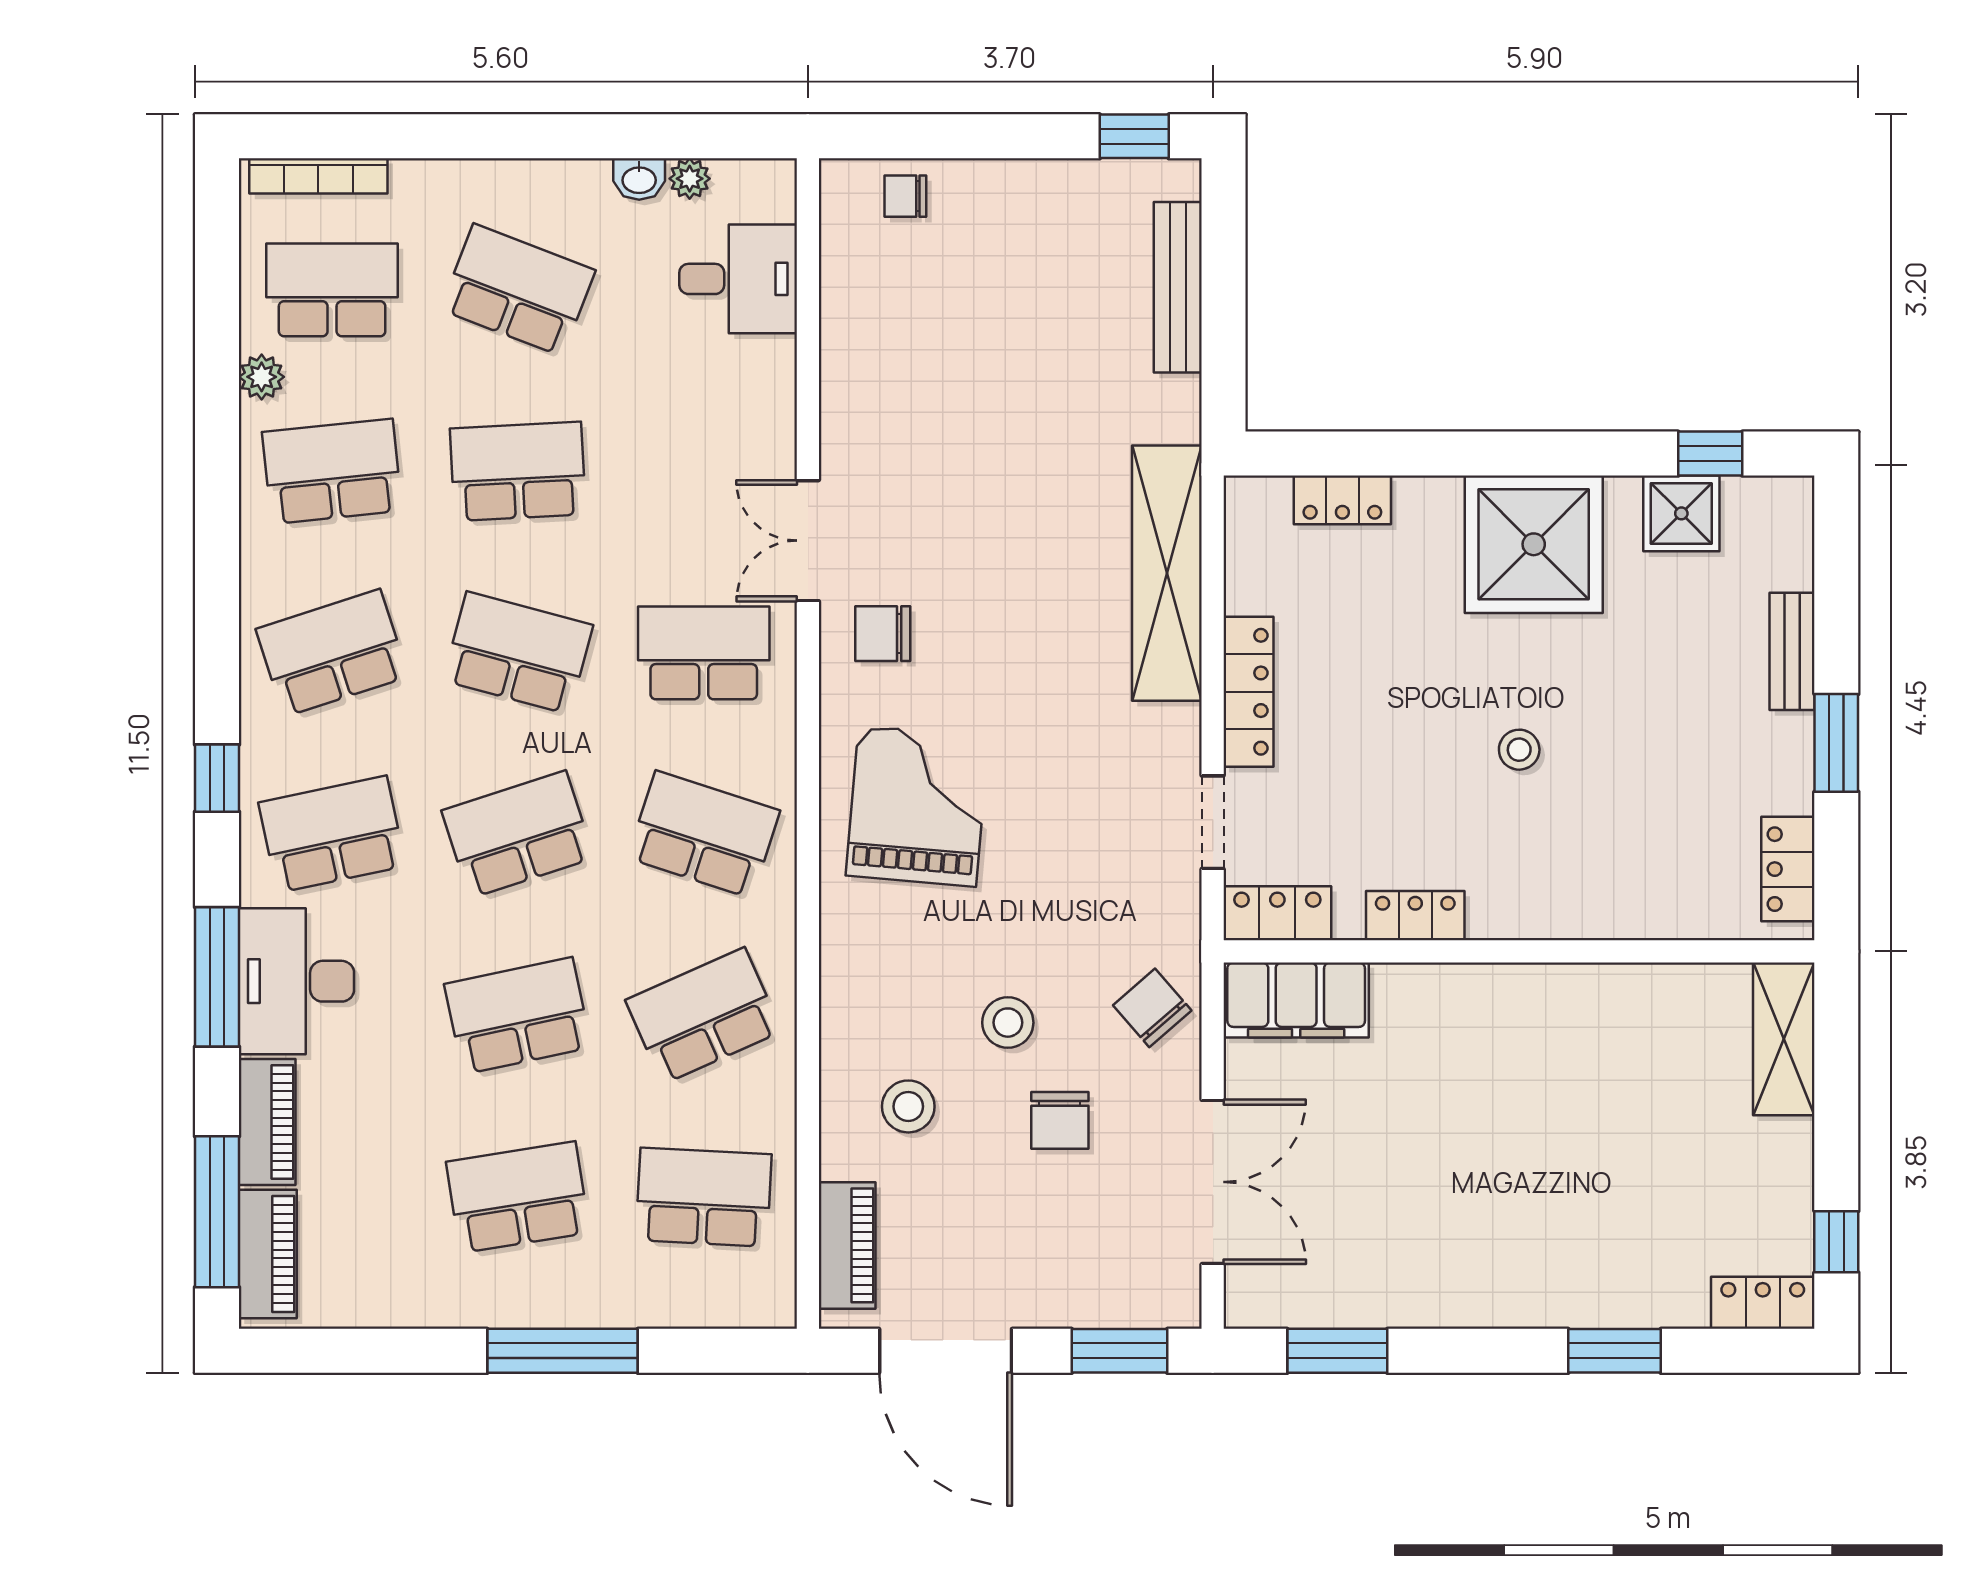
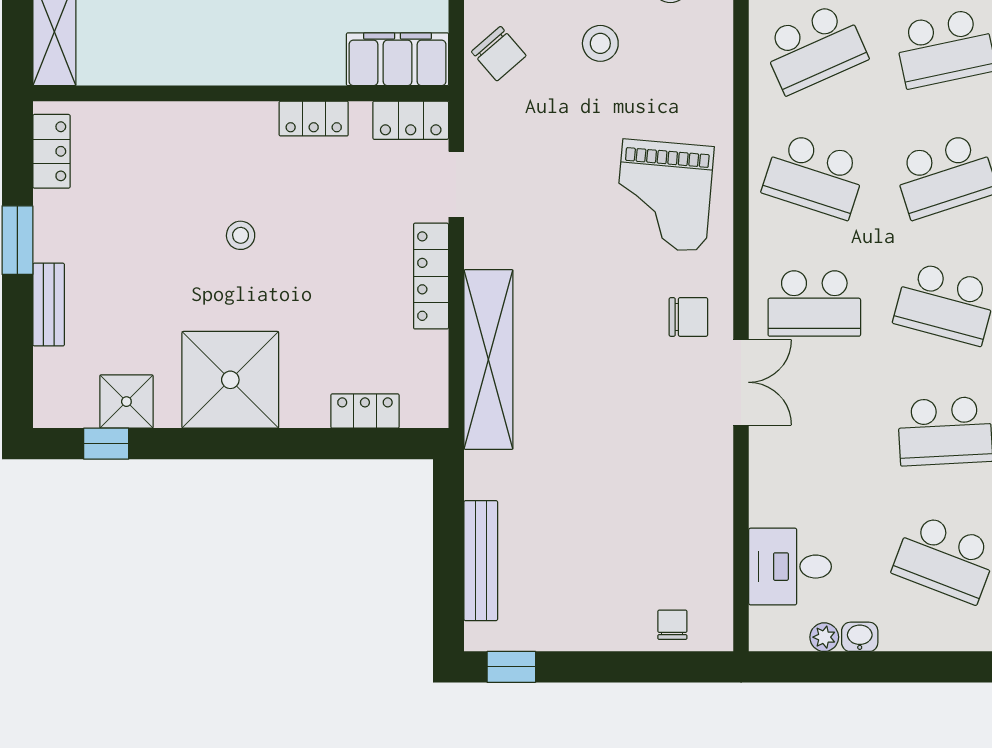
chair: (905, 196) -> (672, 625), turned -90

